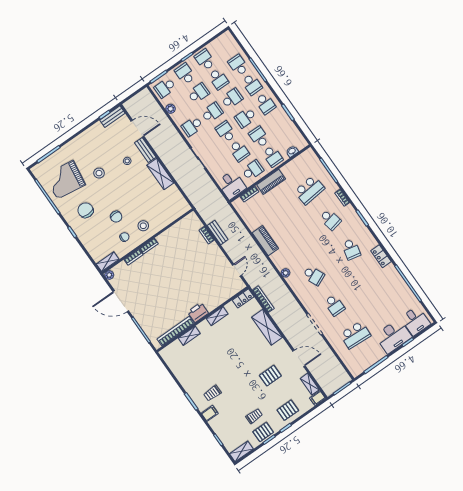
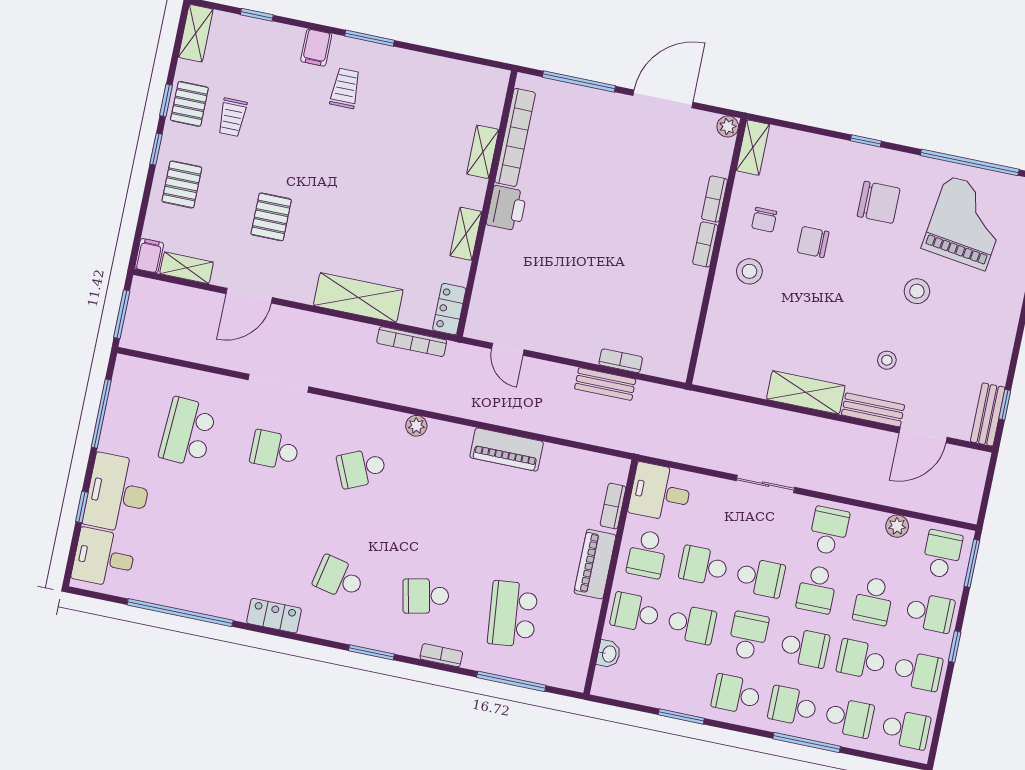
school desk: (225, 46) -> (906, 729), added
school desk: (232, 98) -> (805, 648), turned -90

